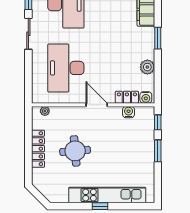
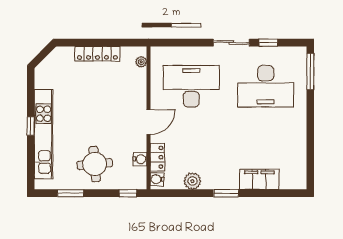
round table: (75, 151) -> (95, 164), moved
window: (158, 151) -> (71, 193), moved

